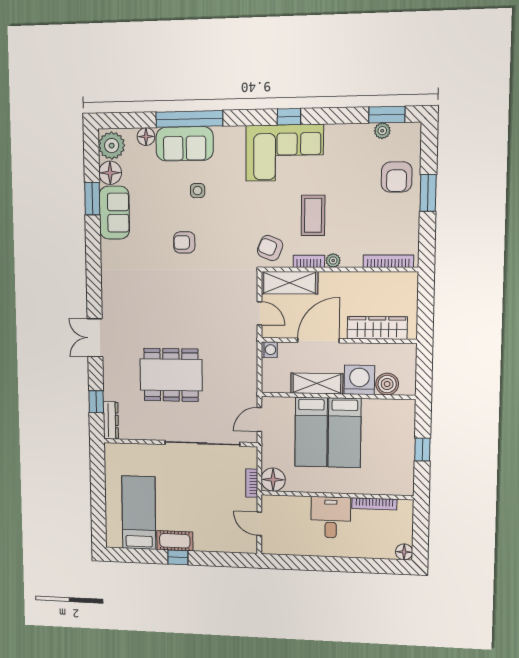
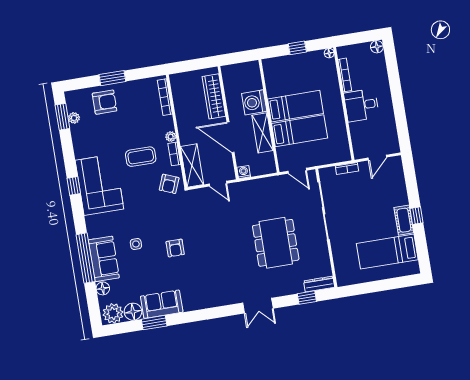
door: (260, 313) -> (218, 184), swing flipped
boiler: (387, 384) -> (254, 82), removed
floor lamp: (273, 480) -> (329, 53), moved, width x0.53, depth x0.53

